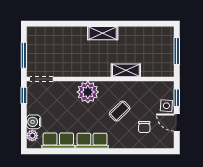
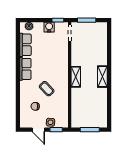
shelving: (126, 70) -> (76, 77), moved
plant: (88, 92) -> (60, 66), removed
water cooler: (34, 122) -> (49, 27), moved
door: (177, 122) -> (38, 130), swing flipped

